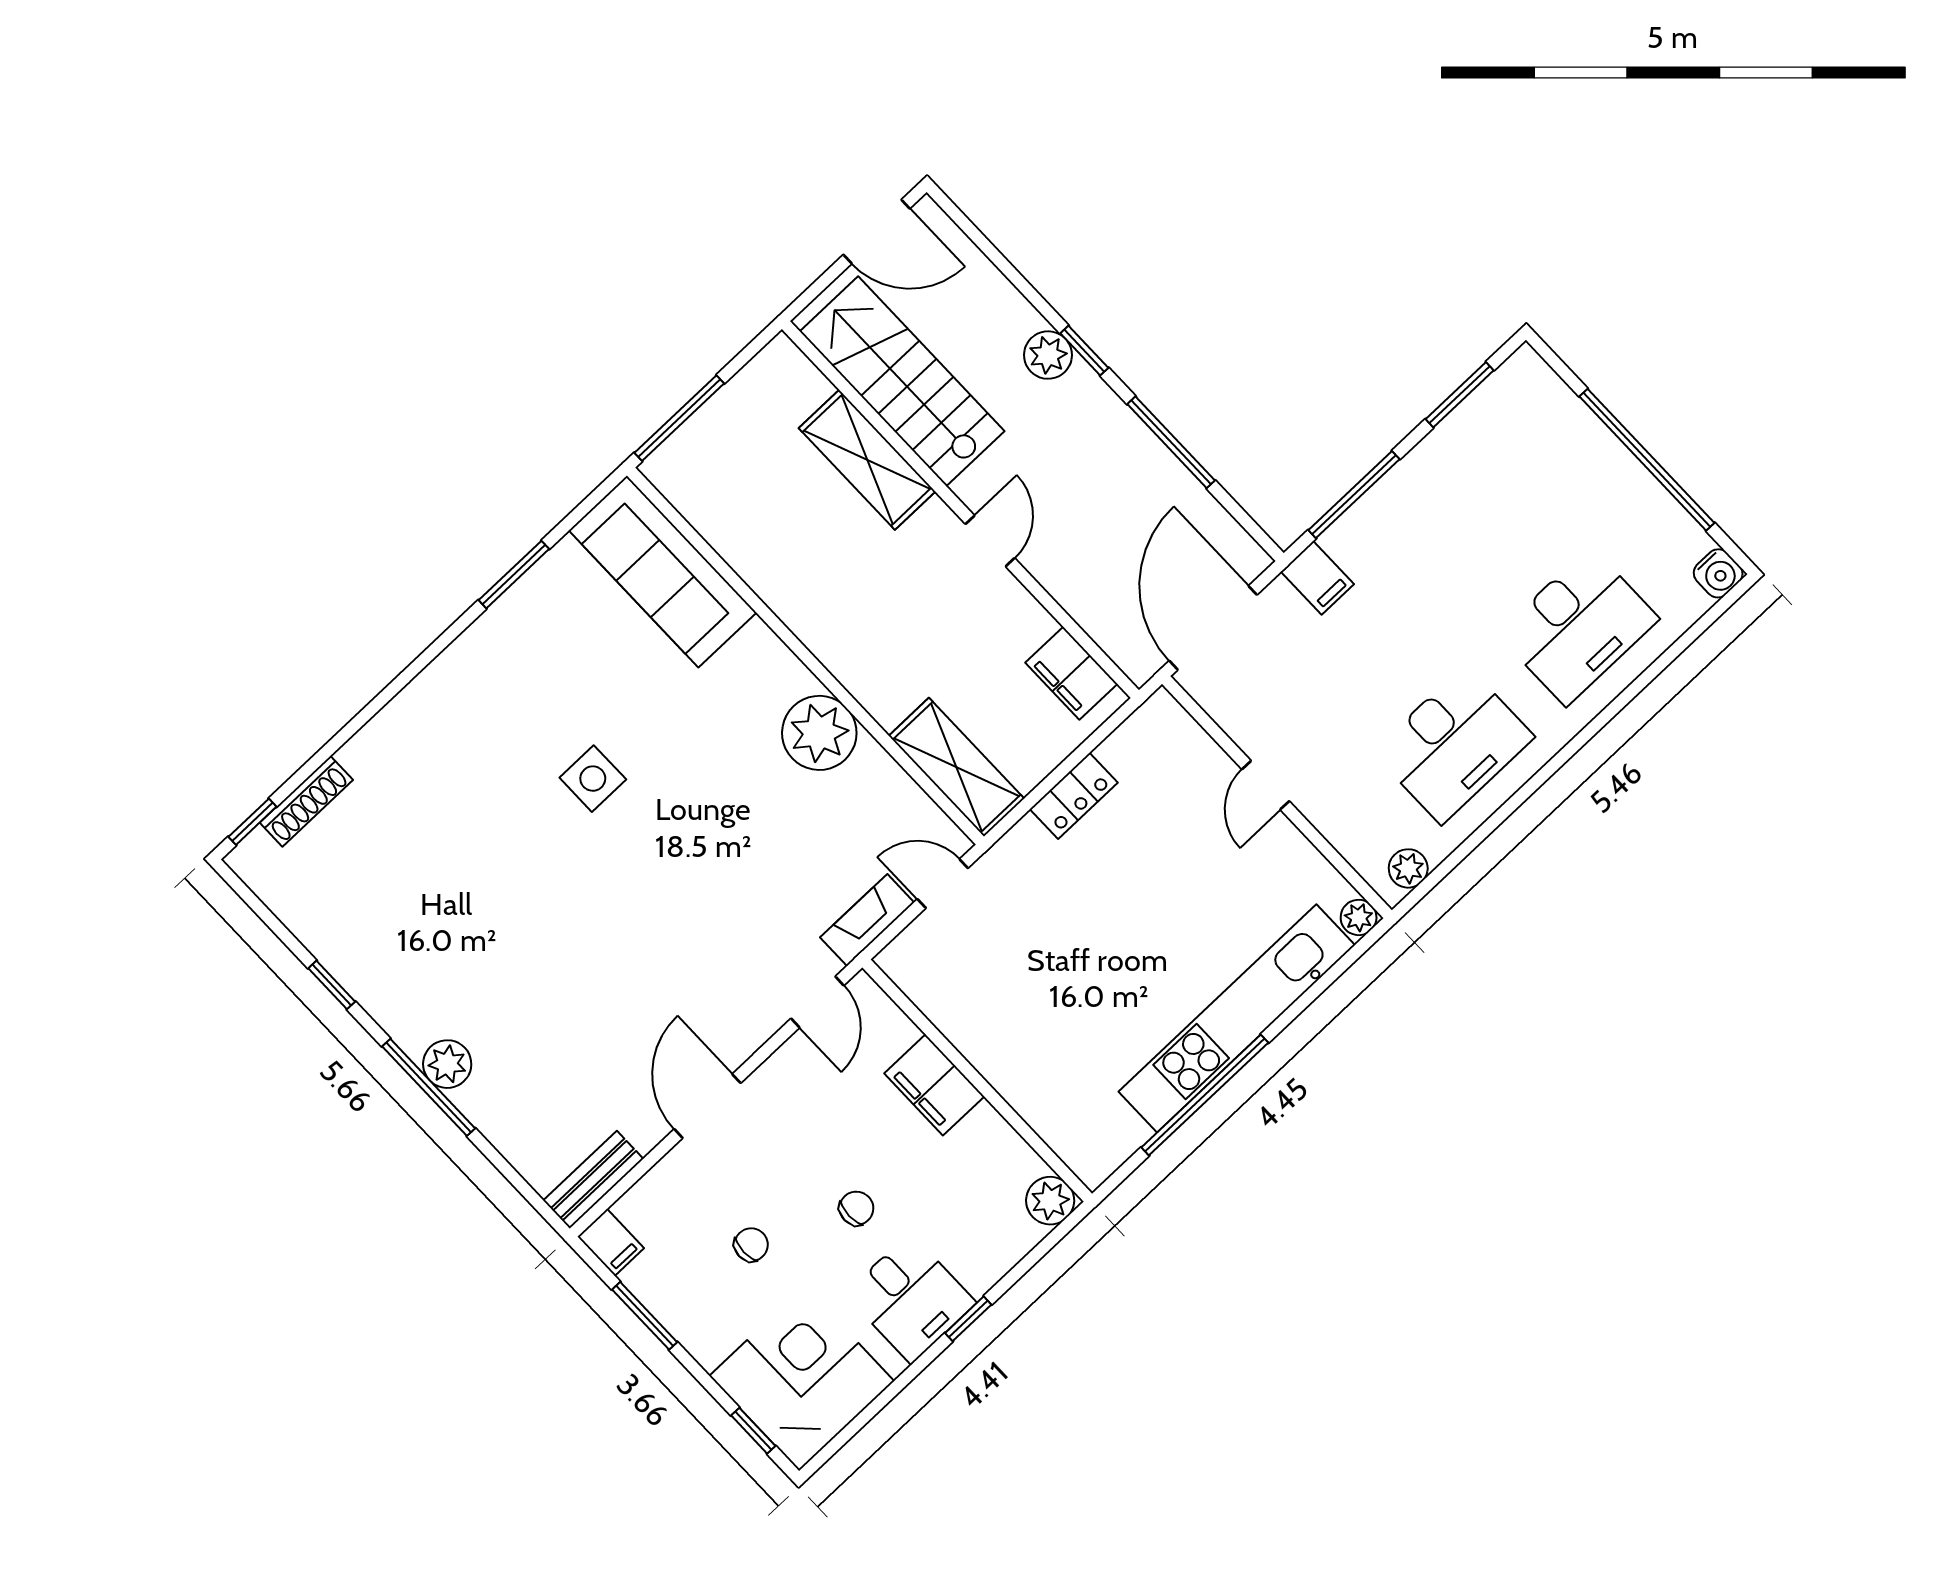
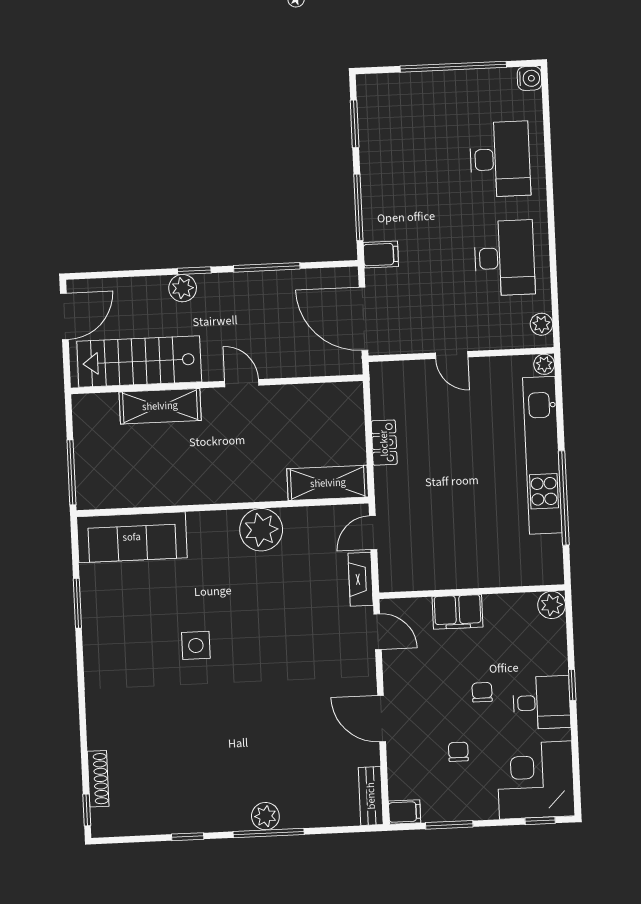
filing cabinet: (1071, 673) -> (330, 398), removed

